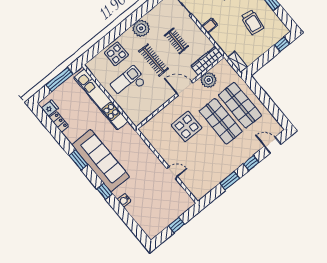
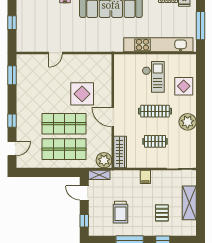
trolley: (252, 22) -> (120, 212), turned -98
door: (261, 62) -> (84, 193), added
plant: (208, 80) -> (104, 160), moved
door: (185, 88) -> (113, 117), swing flipped
window: (230, 181) -> (12, 75), moved

